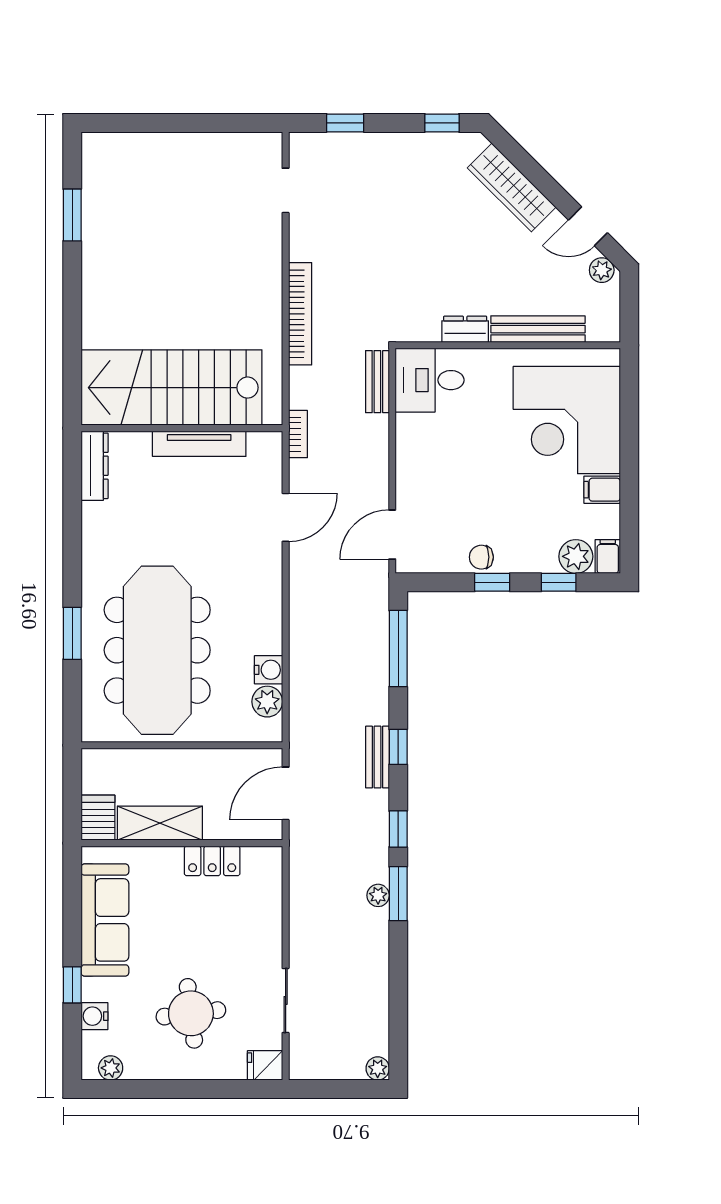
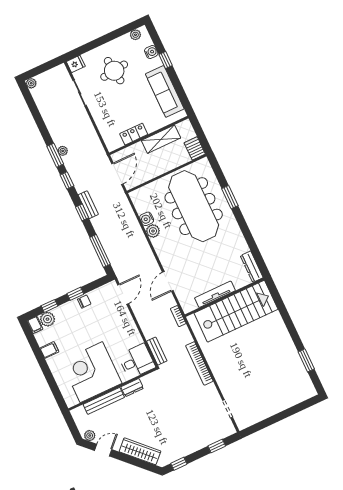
corner desk: (567, 420) -> (91, 372), moved, turned -90
plant: (267, 702) -> (153, 231), moved
server rack: (98, 818) -> (195, 148), moved, turned 180

